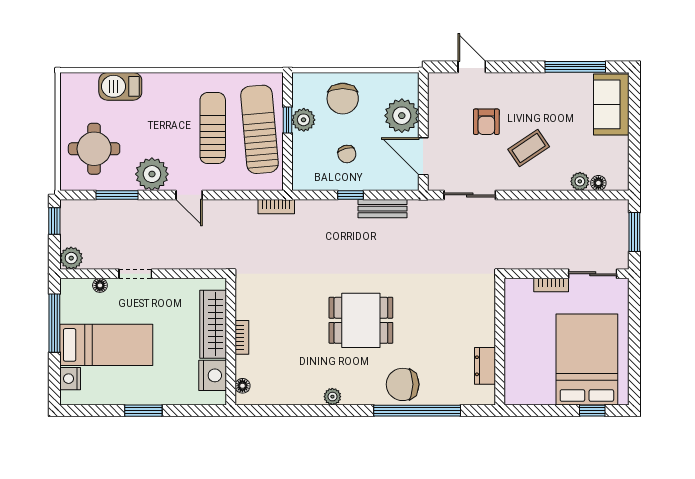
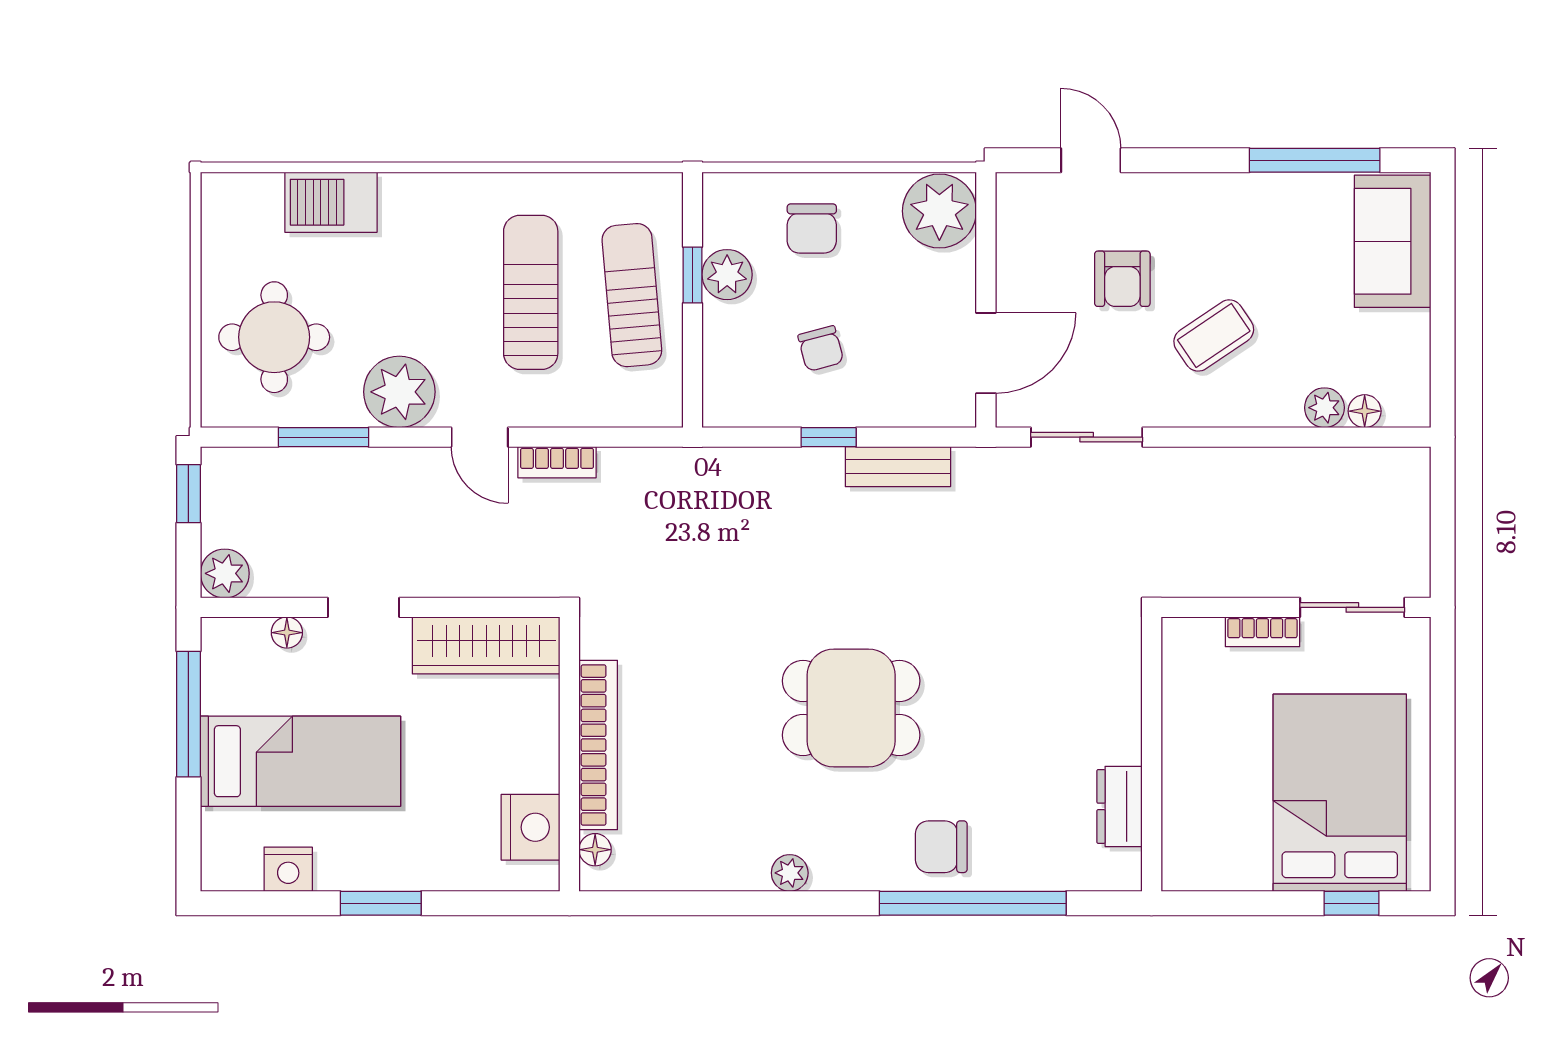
chair: (343, 99) -> (812, 229), width x0.73, depth x0.73
plant: (402, 116) -> (939, 211), moved
sun lounger: (260, 129) -> (632, 295), width x0.73, depth x0.75
door: (423, 156) -> (986, 353), swing flipped
bookcase: (276, 207) -> (557, 462), moved
window: (634, 232) -> (1443, 517), removed
wardrobe: (213, 324) -> (486, 645), moved, turned -90
bookcase: (242, 337) -> (598, 745), width x2.31, depth x1.31
nightstand: (70, 379) -> (288, 869), moved, turned -90
chair: (403, 384) -> (941, 847), width x0.73, depth x0.73

